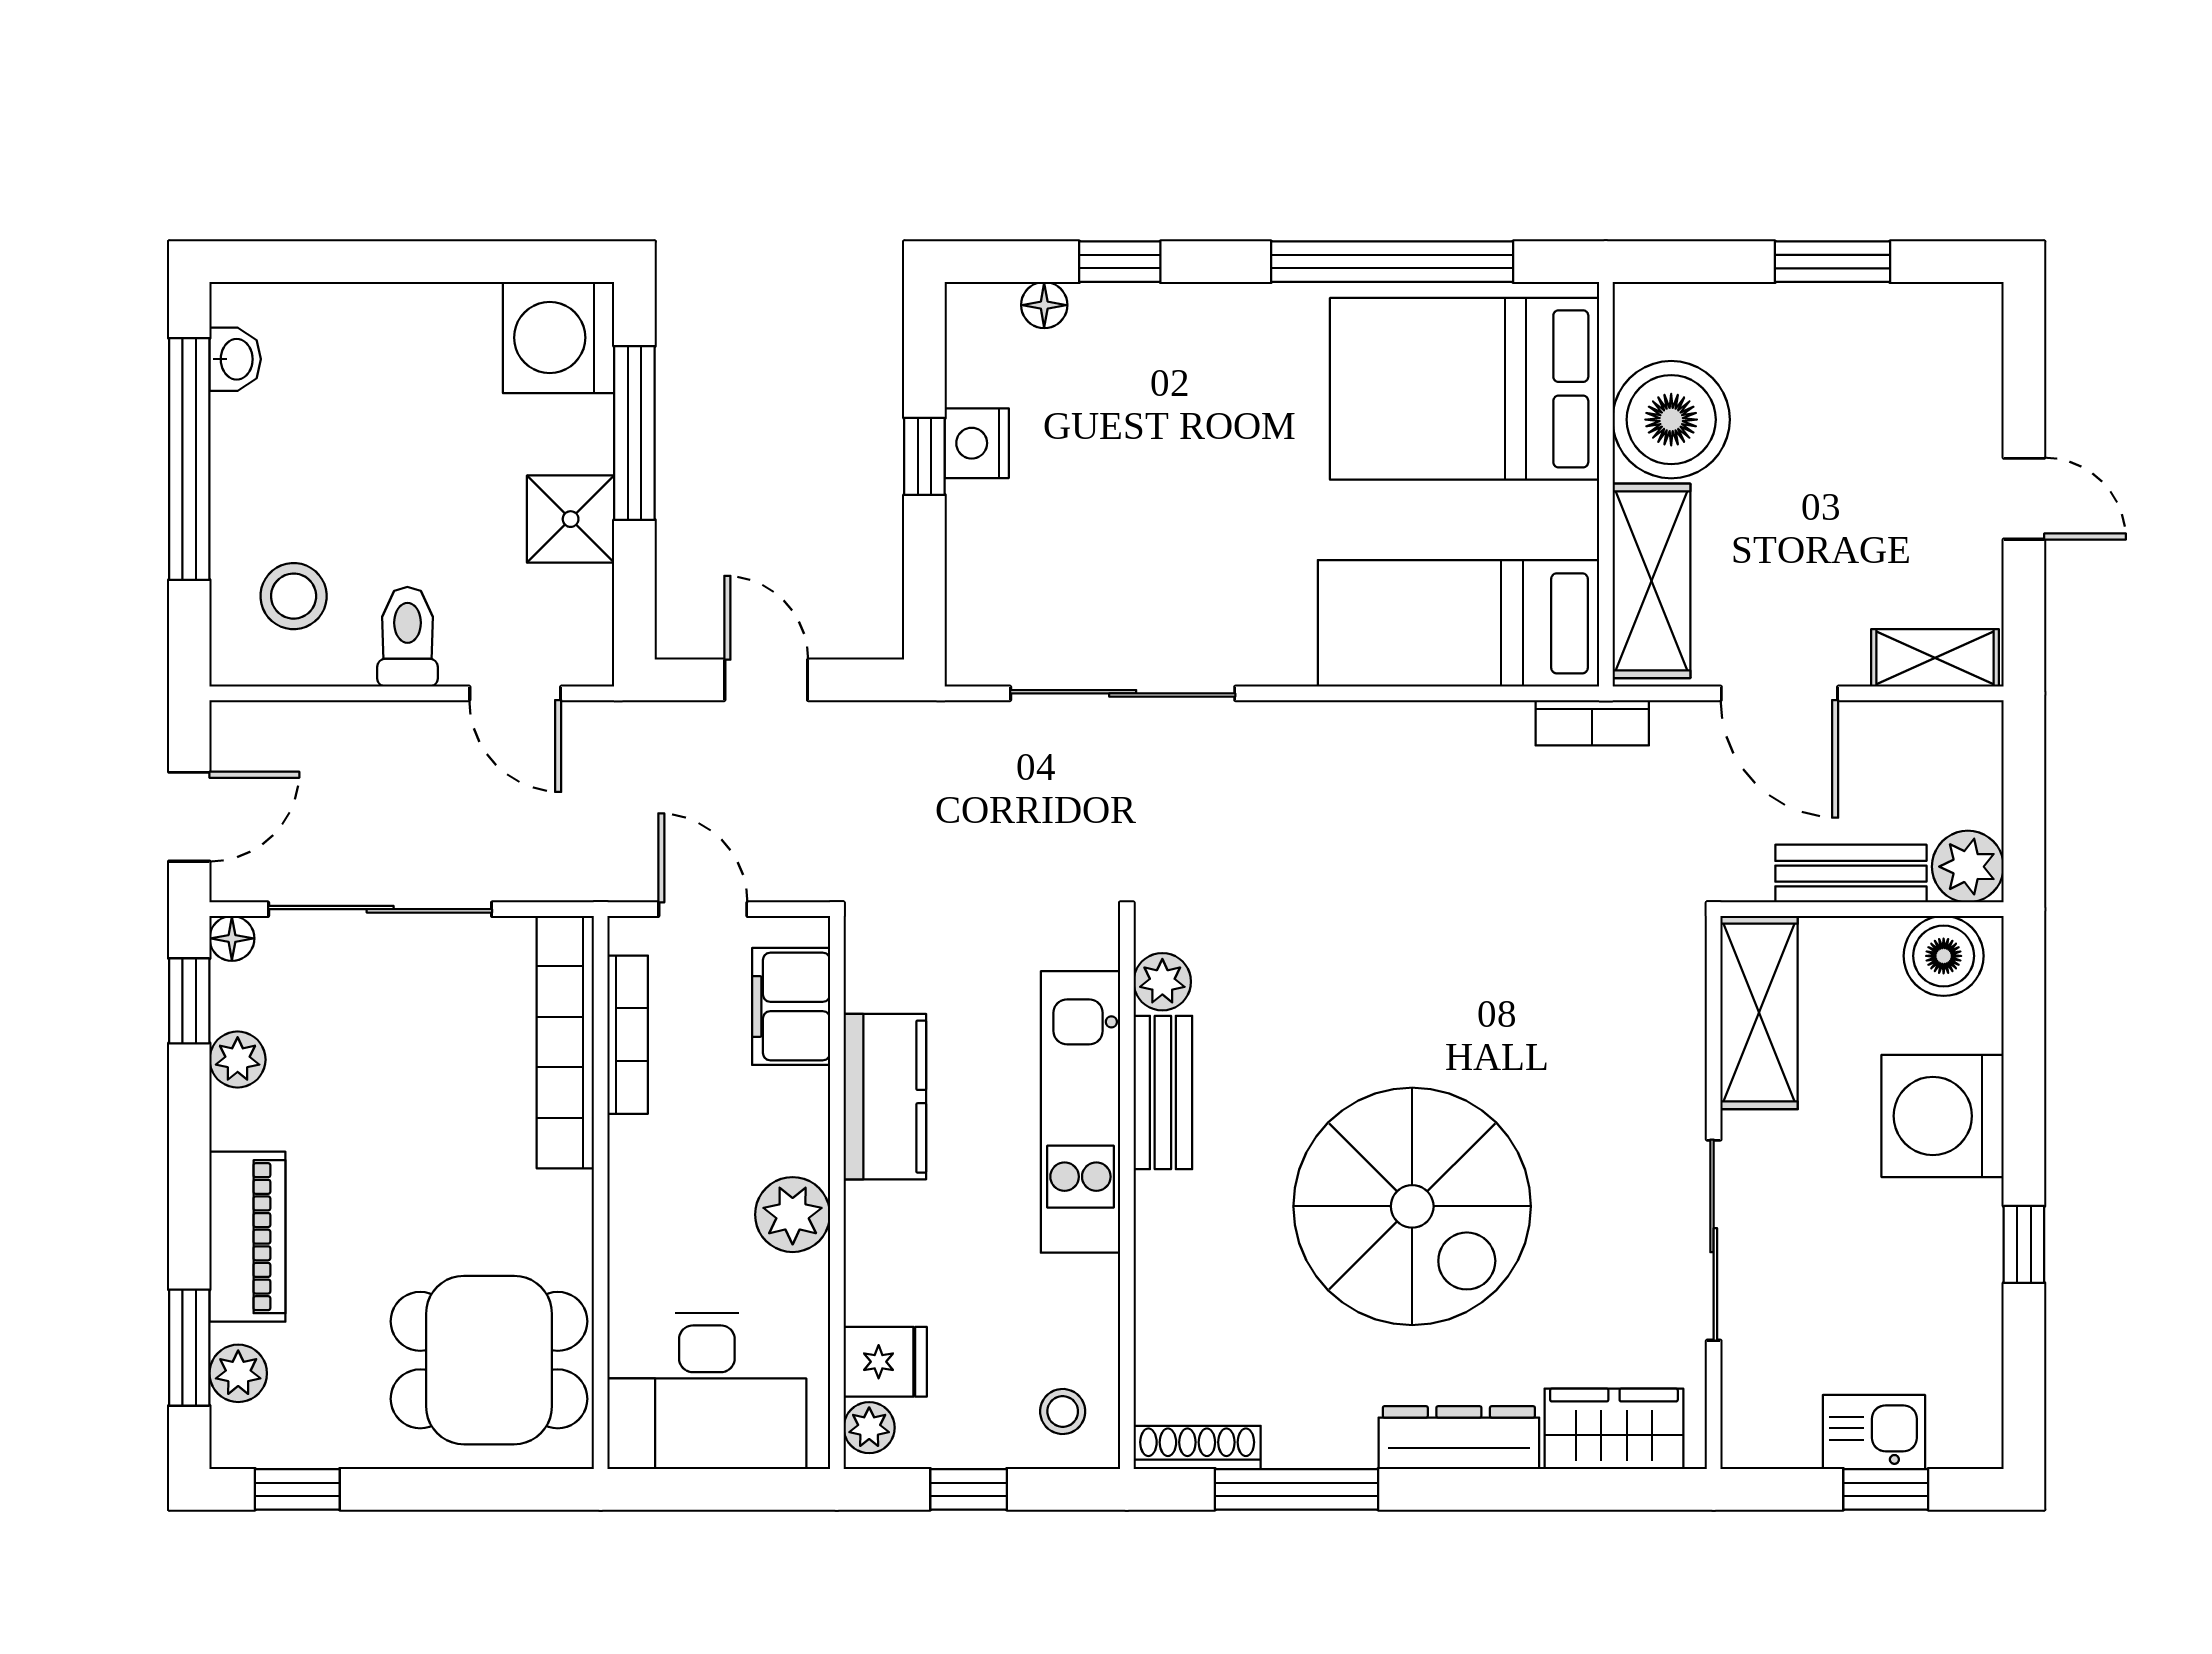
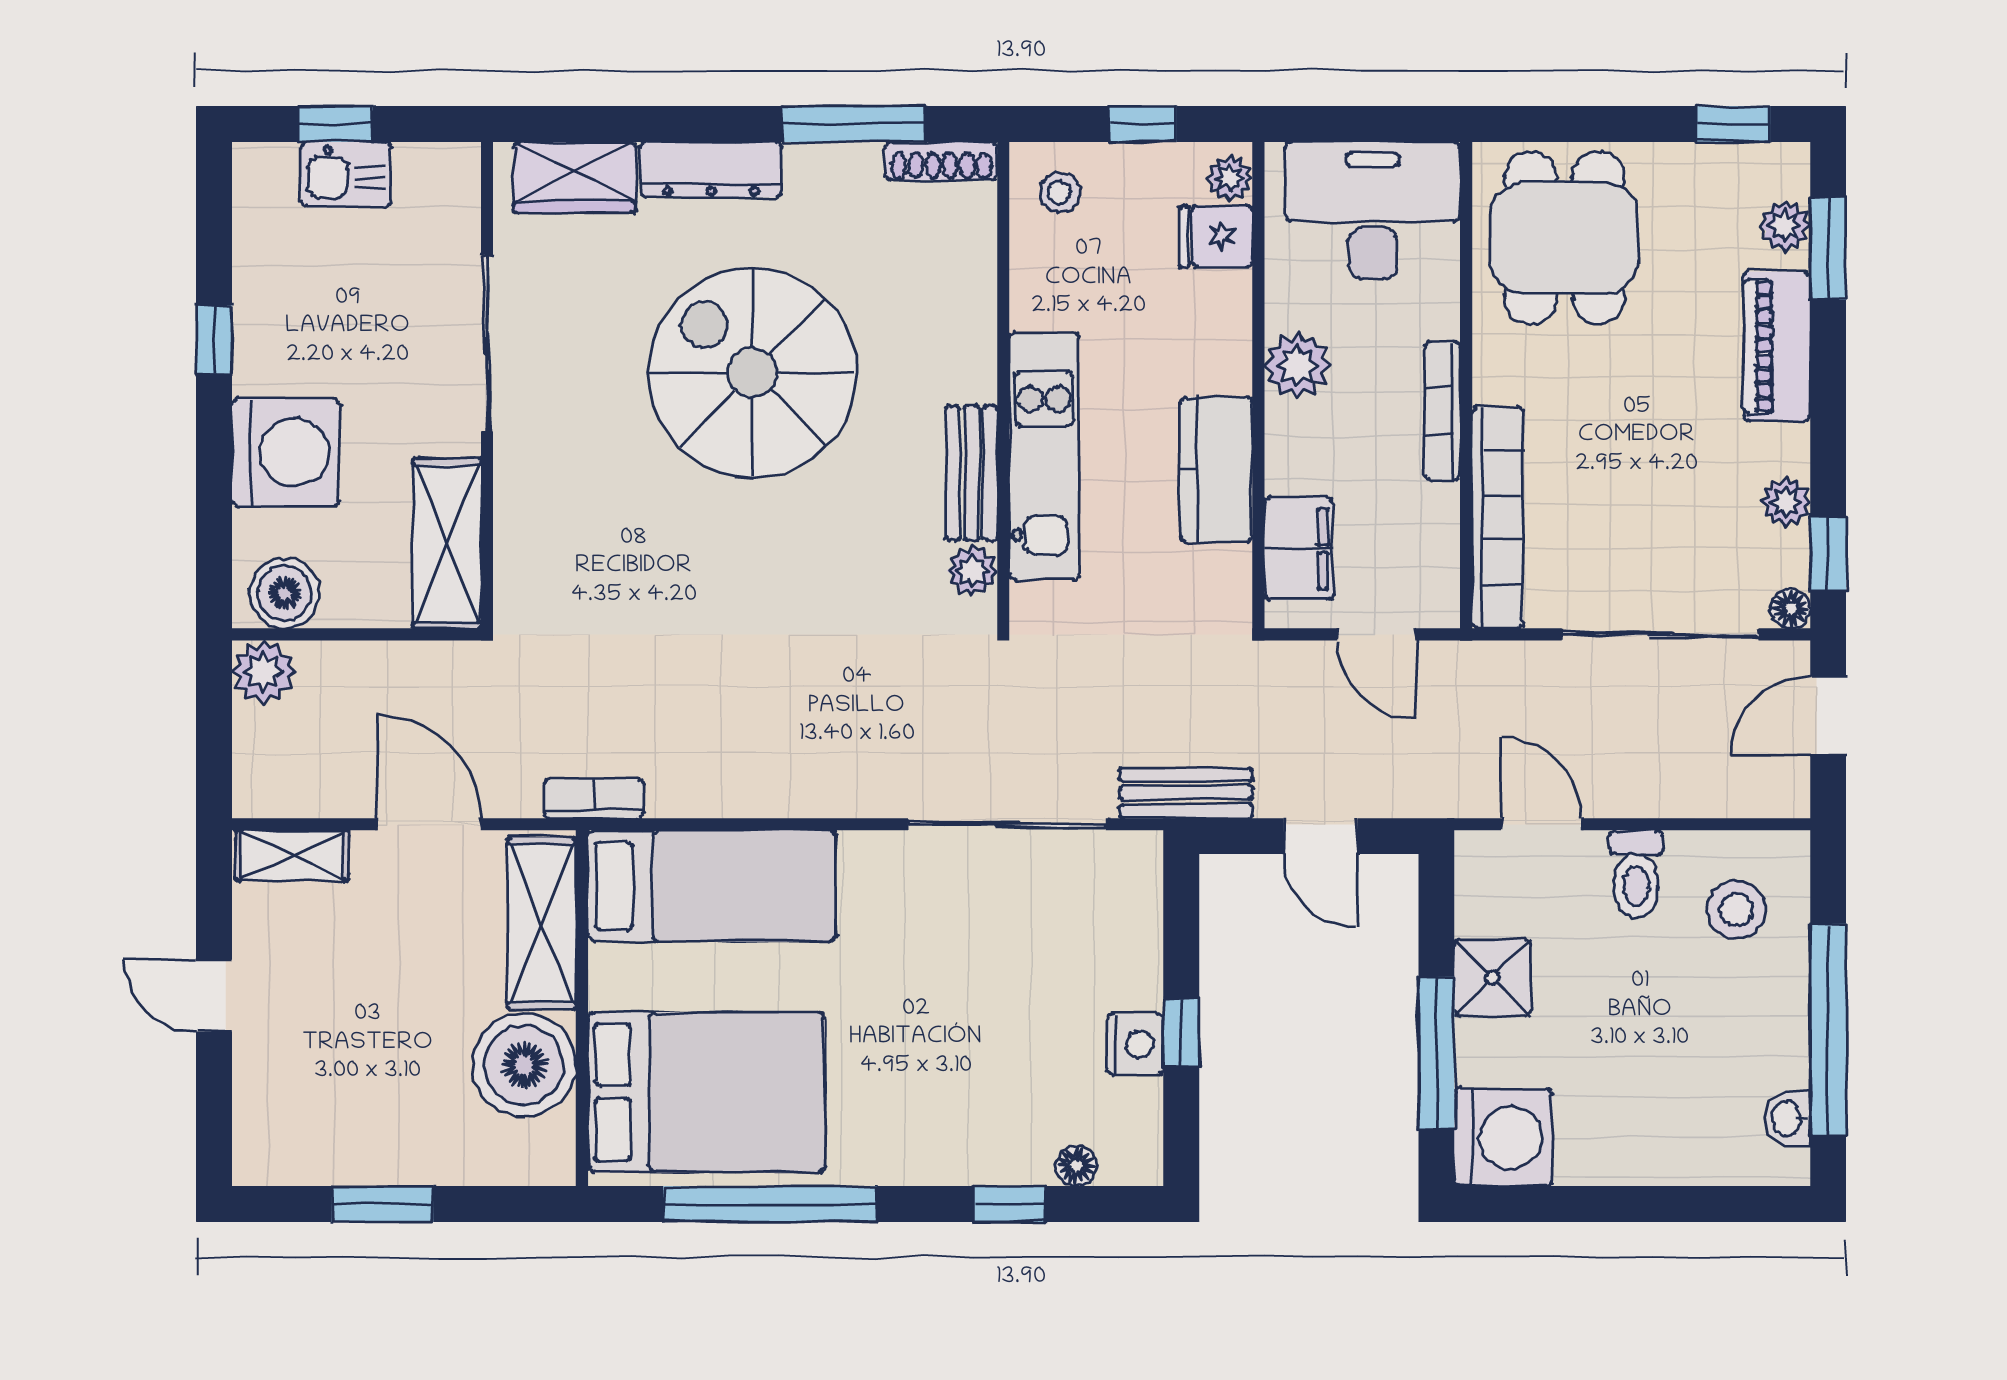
bench: (1851, 874) -> (1186, 793), moved
bookcase: (628, 1035) -> (1442, 411), moved
dining table: (489, 1360) -> (1564, 238), turned 90

